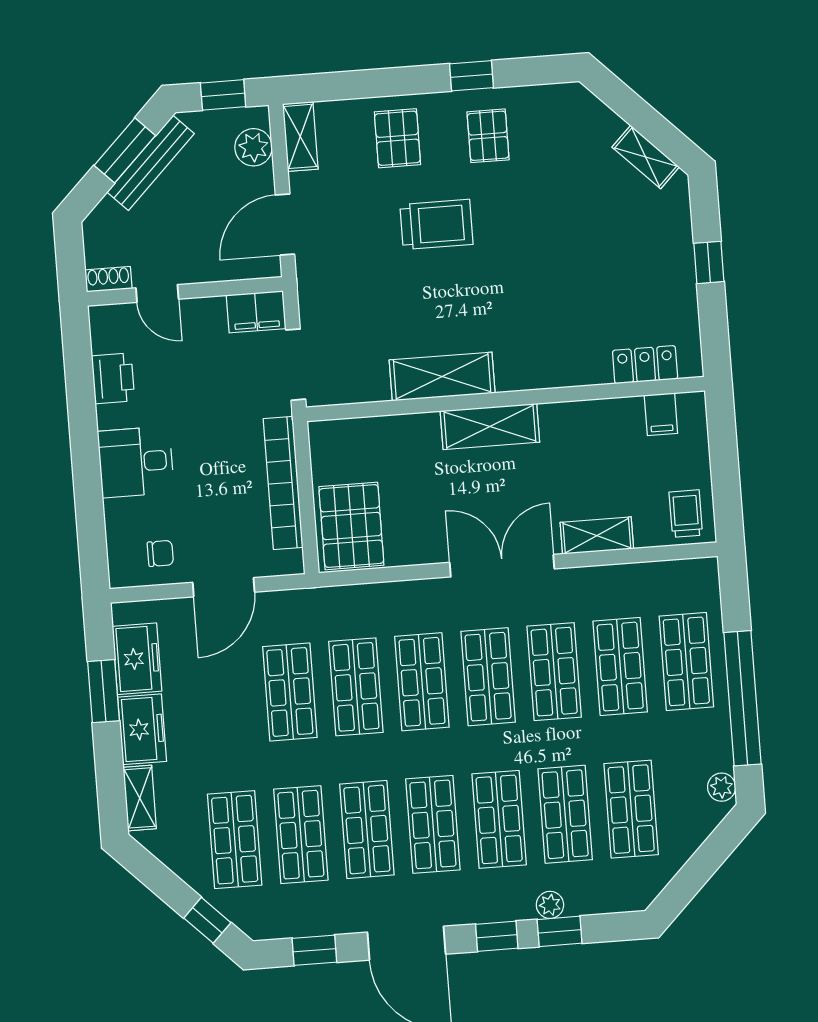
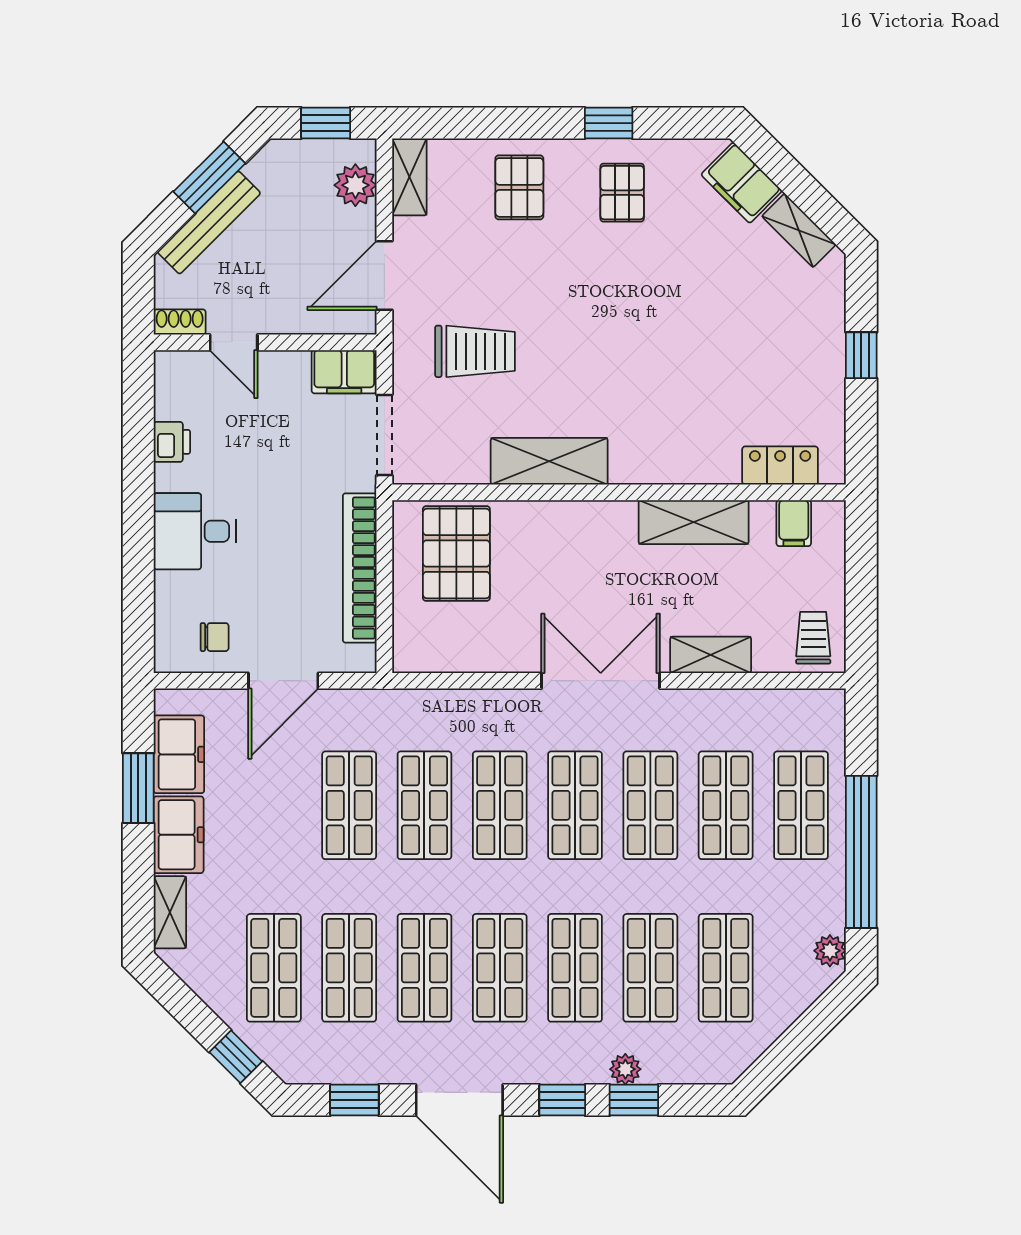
filing cabinet: (592, 119) -> (742, 183), added
bench: (151, 163) -> (209, 223), moved
trolley: (436, 224) -> (475, 351), moved
printer: (113, 378) -> (172, 442), width x0.73, depth x0.81
shelving: (490, 427) -> (694, 522), moved
pallet: (351, 526) -> (456, 554), moved

